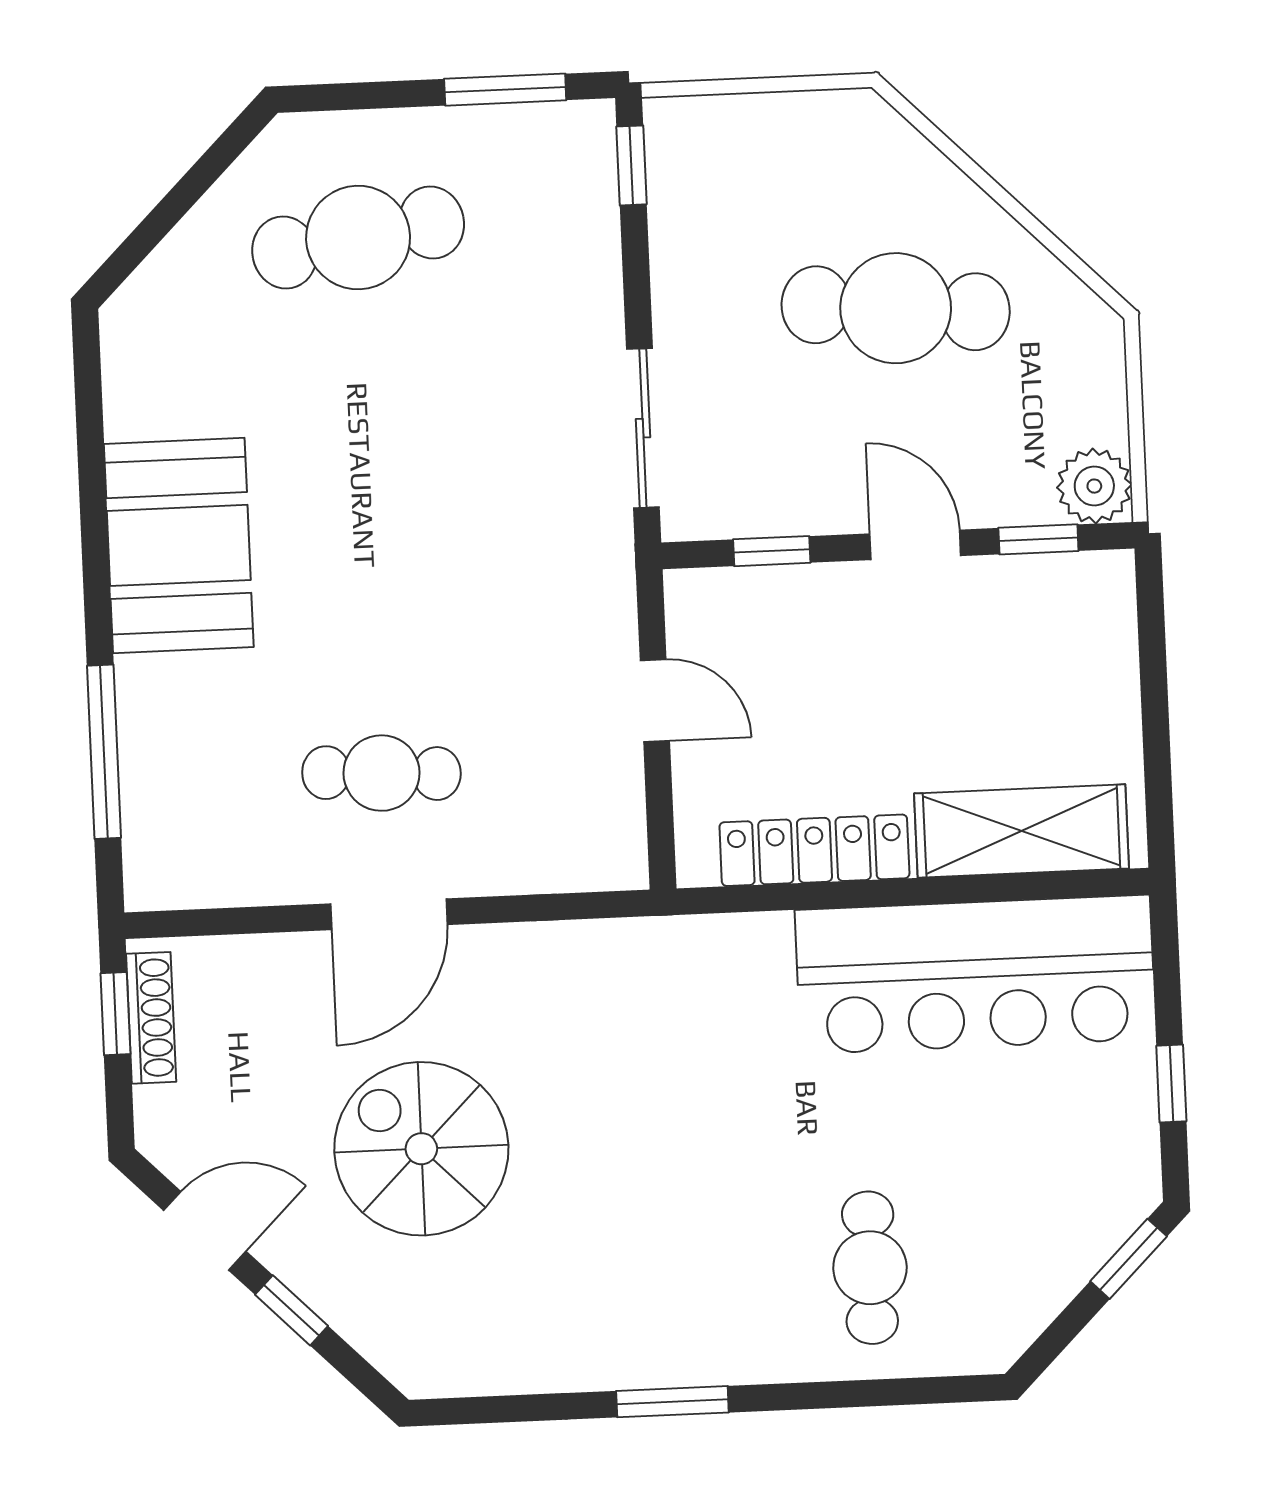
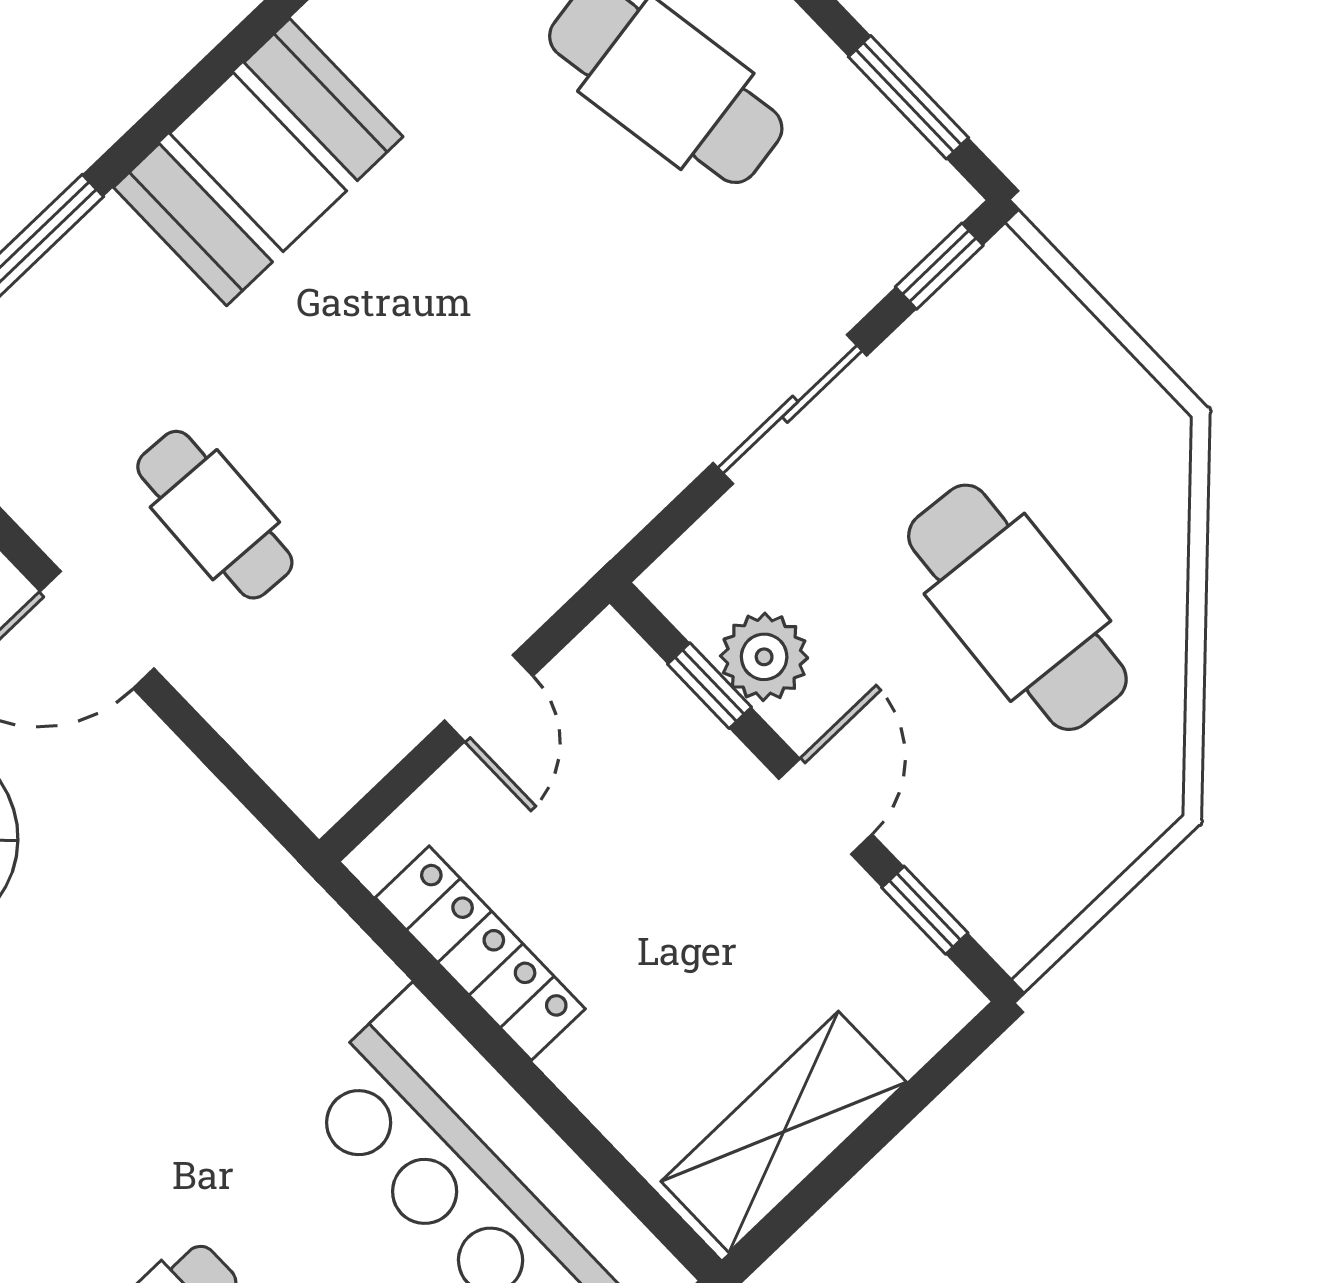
sliding door: (643, 428) -> (790, 409), moved
plant: (1094, 486) -> (764, 657), moved
shelving: (1022, 831) -> (784, 1132), moved, turned 90

